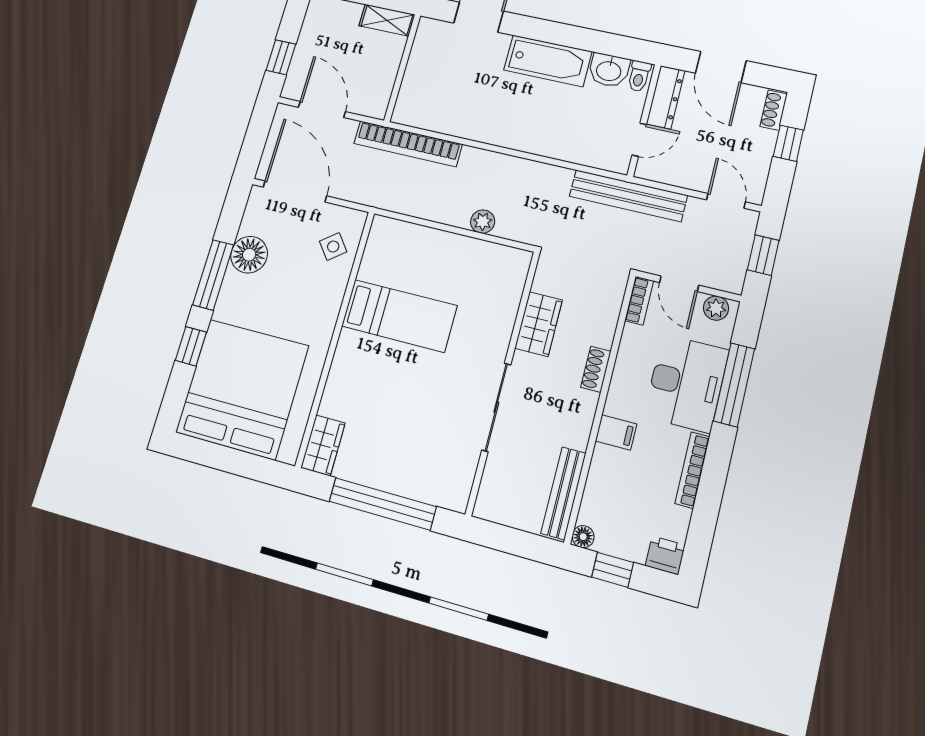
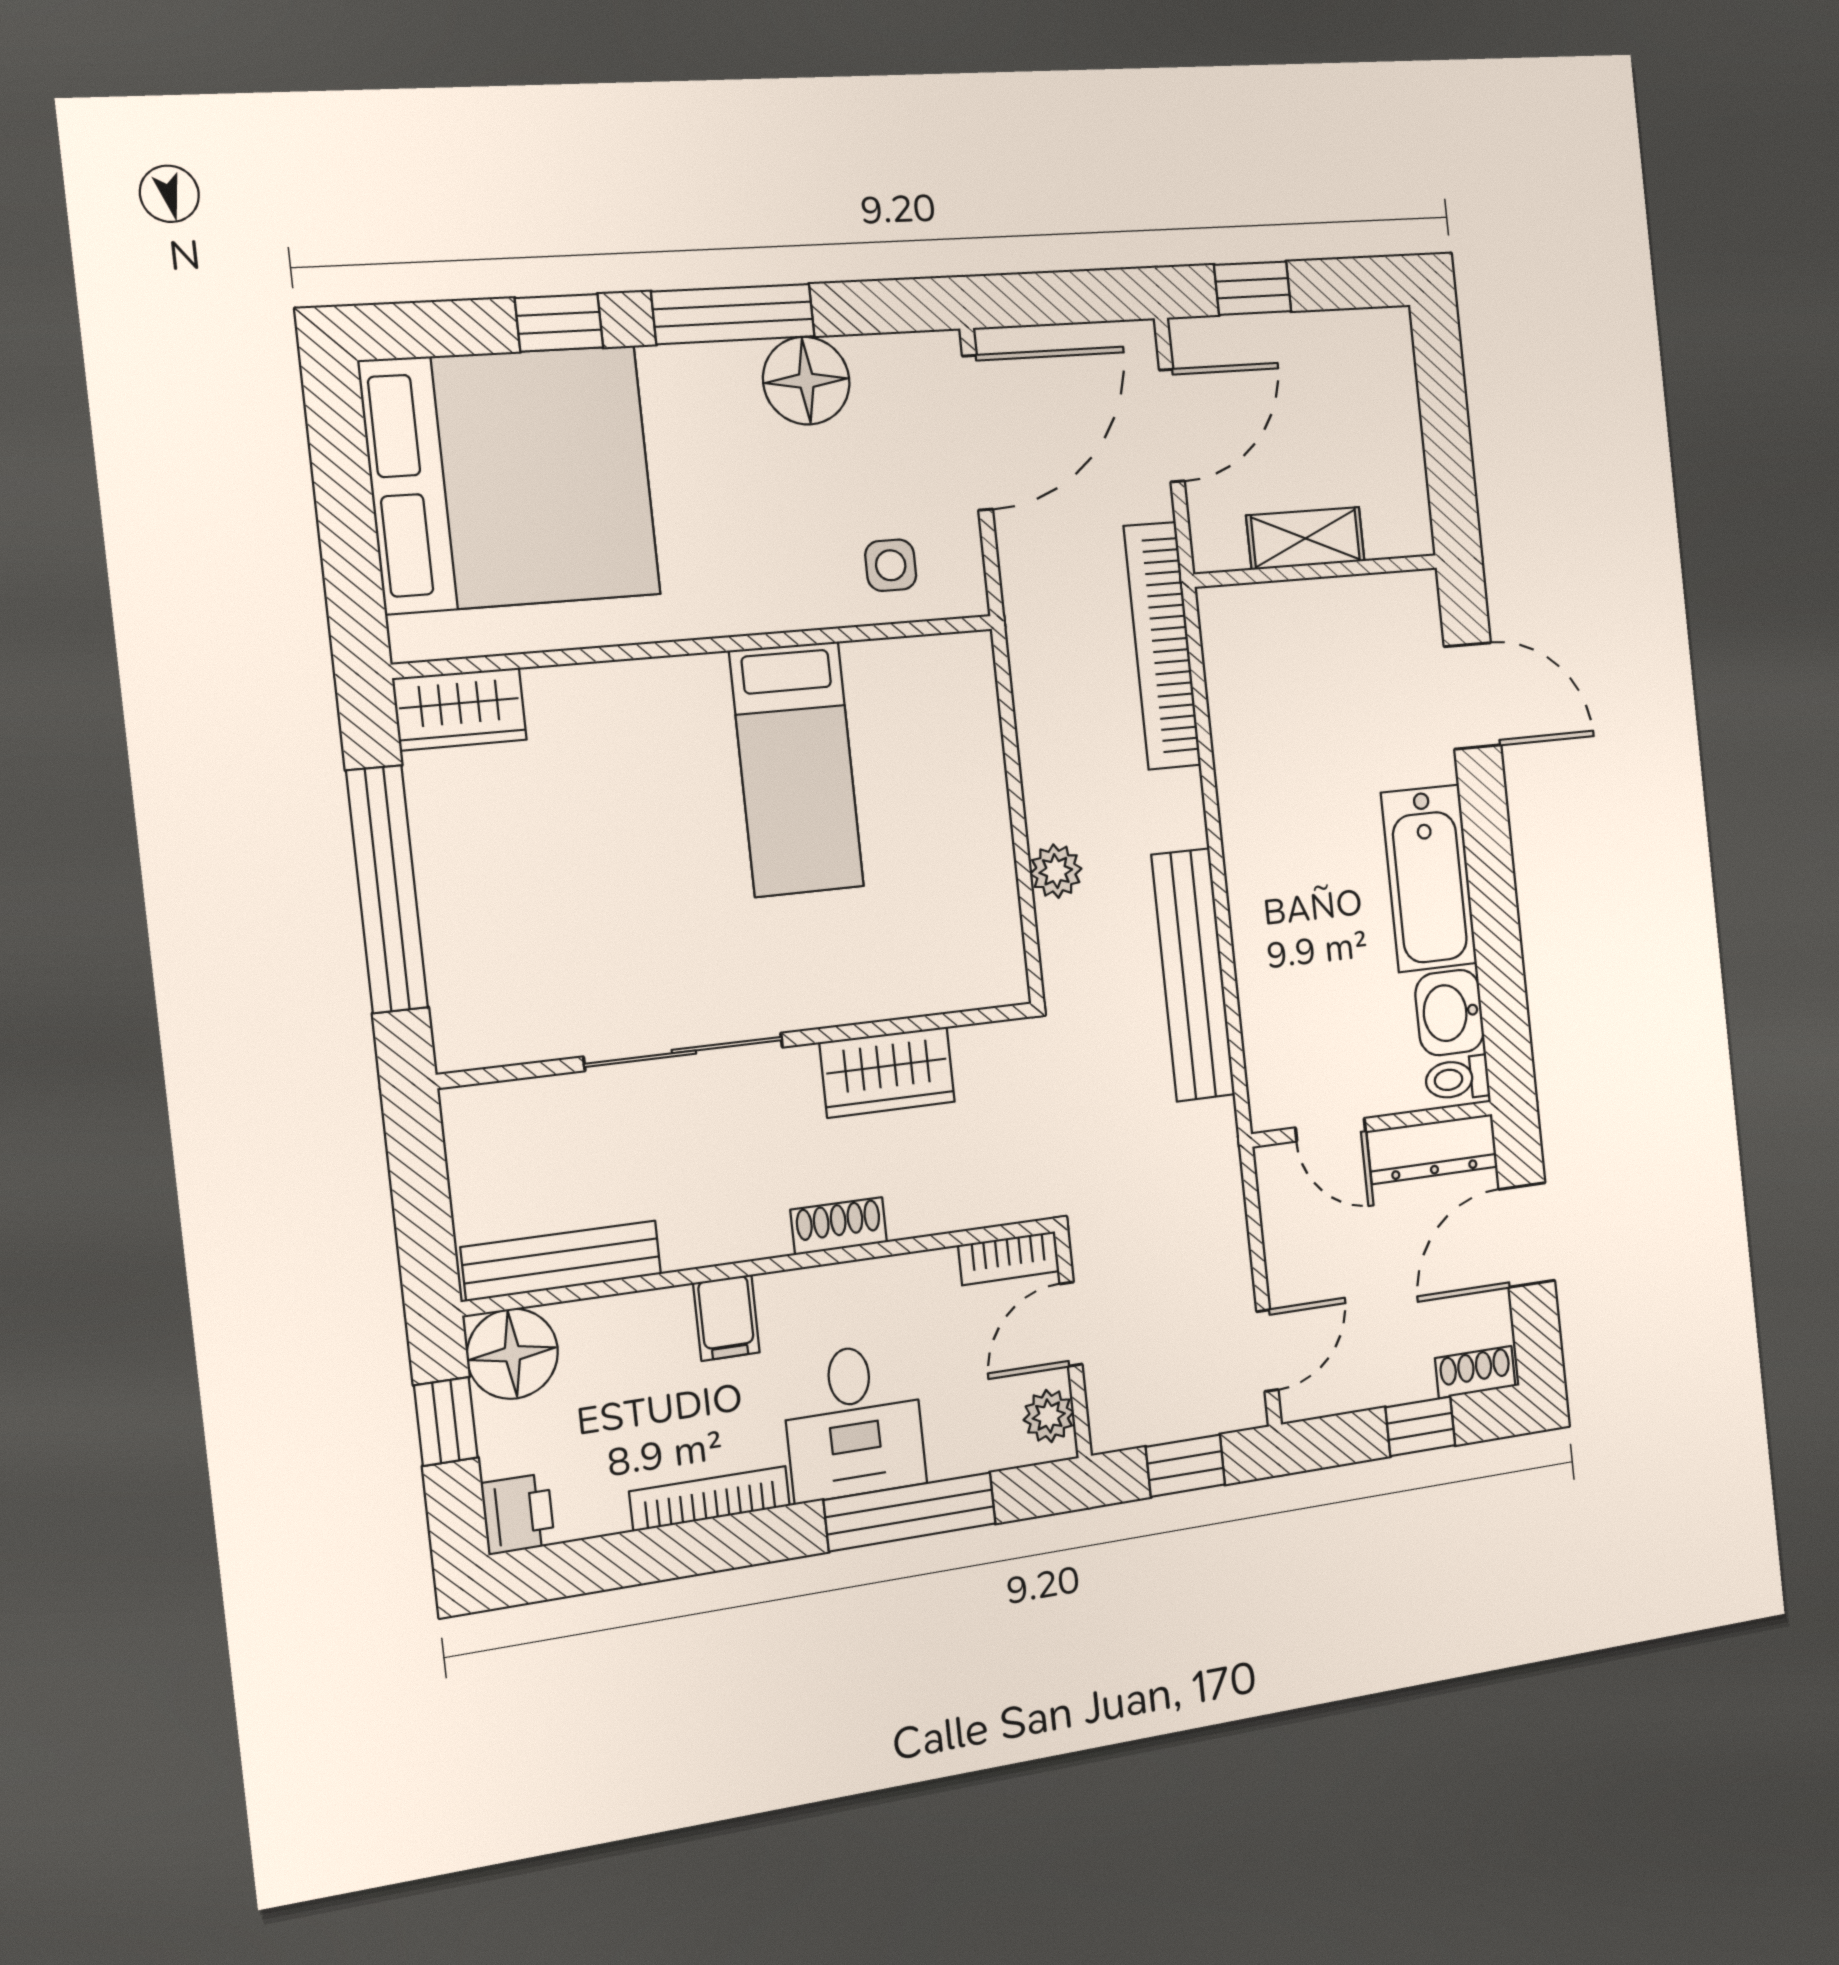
shelving: (387, 20) -> (1306, 538), moved, turned 90
bench: (628, 196) -> (1193, 975), moved
side table: (333, 246) -> (891, 565), turned 38
desk: (686, 383) -> (854, 1421), width x0.73
floor lamp: (583, 537) -> (512, 1354), width x1.89, depth x1.89

